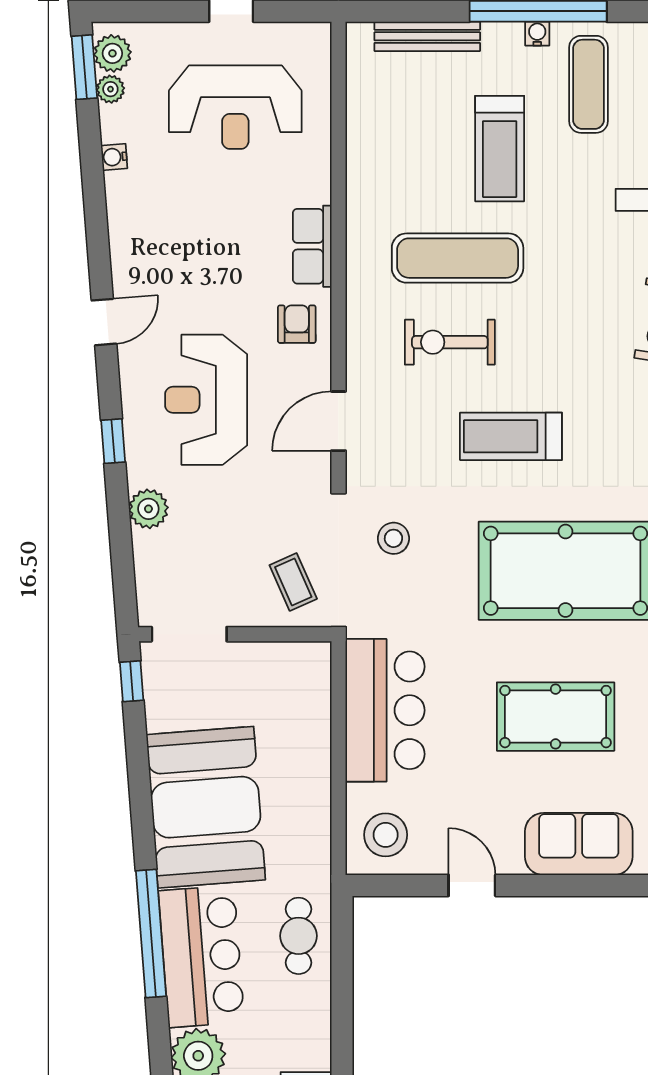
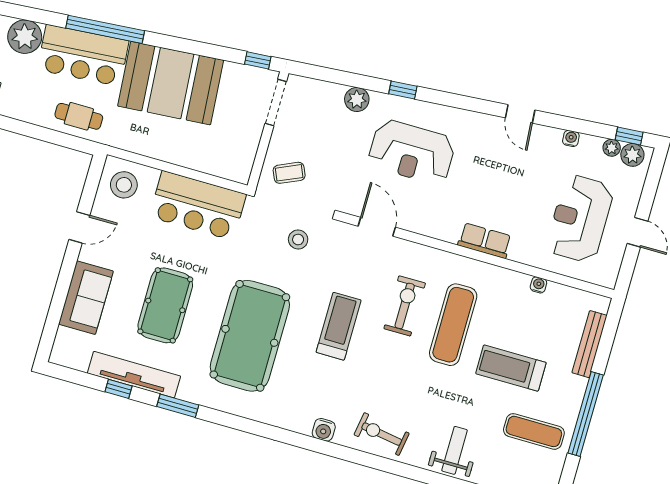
water cooler: (537, 34) -> (538, 285), moved, turned -90
window: (84, 67) -> (629, 136), width x0.67
door: (104, 322) -> (520, 114), moved
armchair: (297, 324) -> (441, 218), removed
reception desk: (206, 400) -> (412, 152), turned 180

